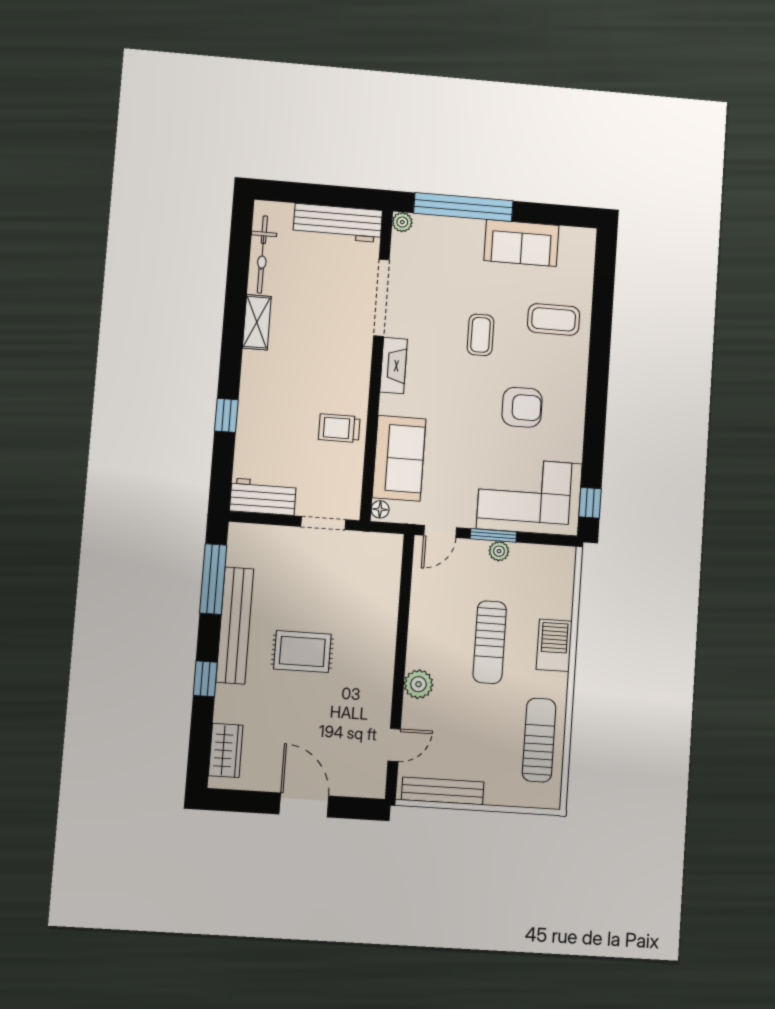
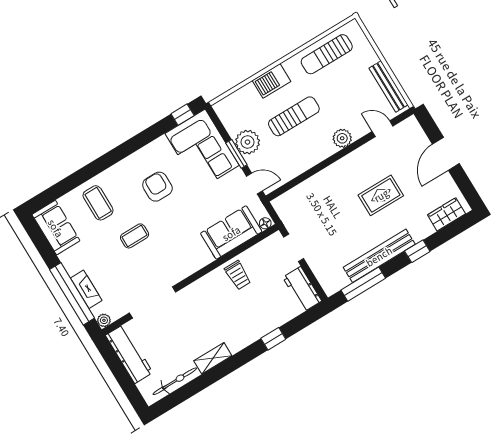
sofa: (521, 243) -> (56, 228), moved
fireplace: (394, 365) -> (86, 289), moved, turned 90
plant: (499, 551) -> (248, 142), width x1.88, depth x1.88
rug: (302, 651) -> (381, 195), moved, turned 90

